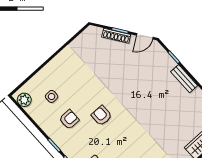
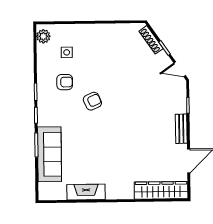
shoe rack: (116, 36) -> (151, 40), moved
armchair: (102, 116) -> (92, 101), turned 66

